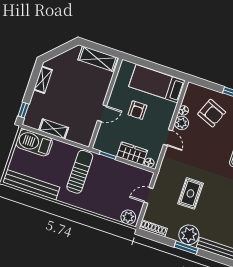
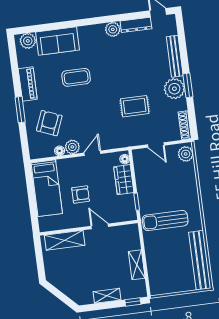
shelving: (98, 59) -> (65, 240), moved, turned 90
shelving: (43, 80) -> (107, 296), moved
barbecue: (34, 143) -> (159, 277), removed

